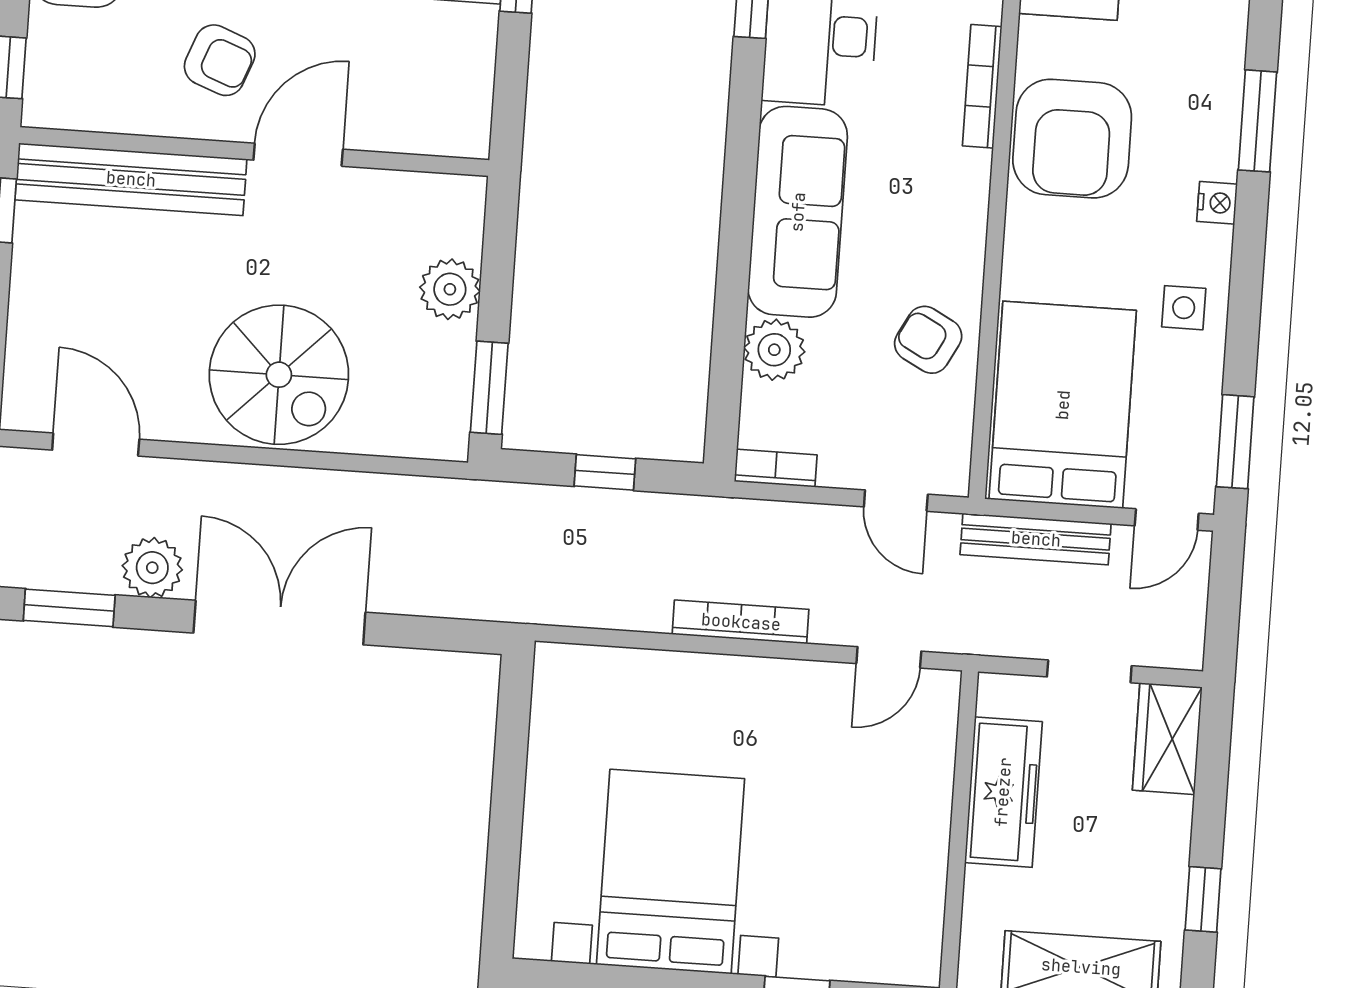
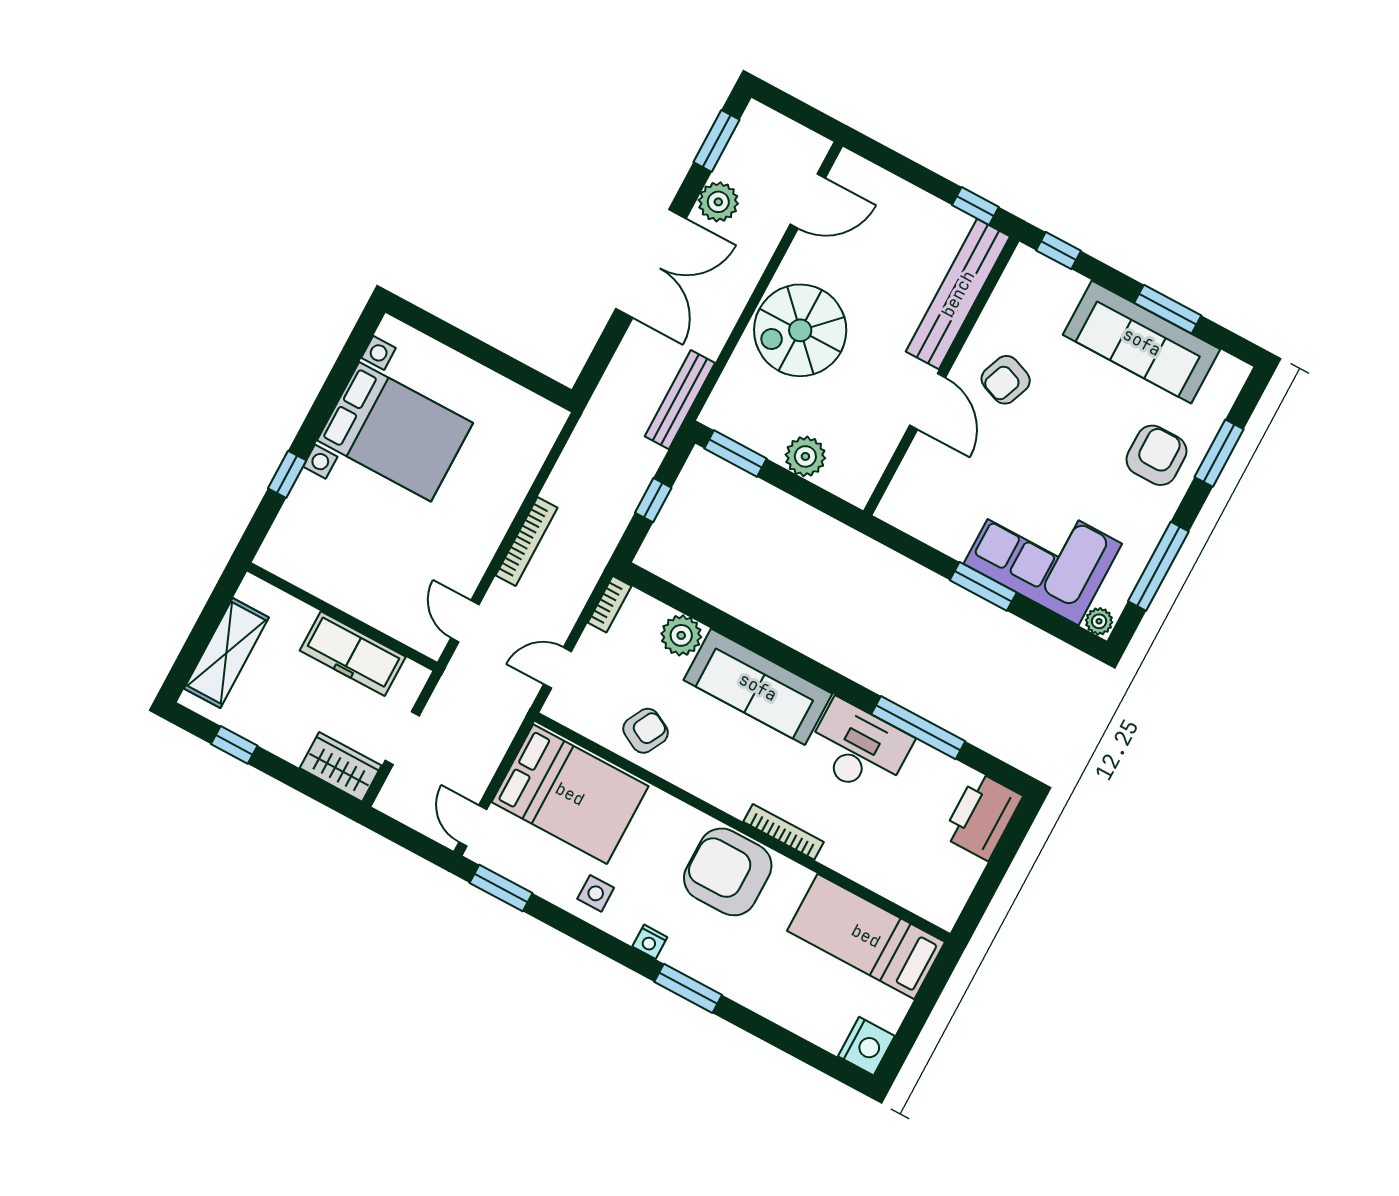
bench: (1036, 539) -> (680, 400), moved

